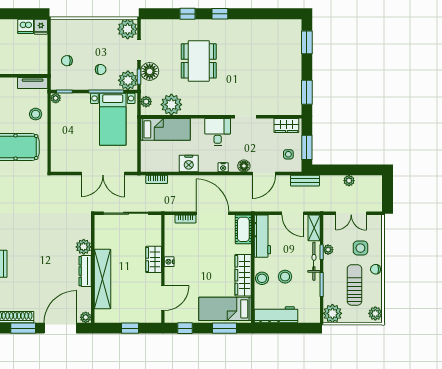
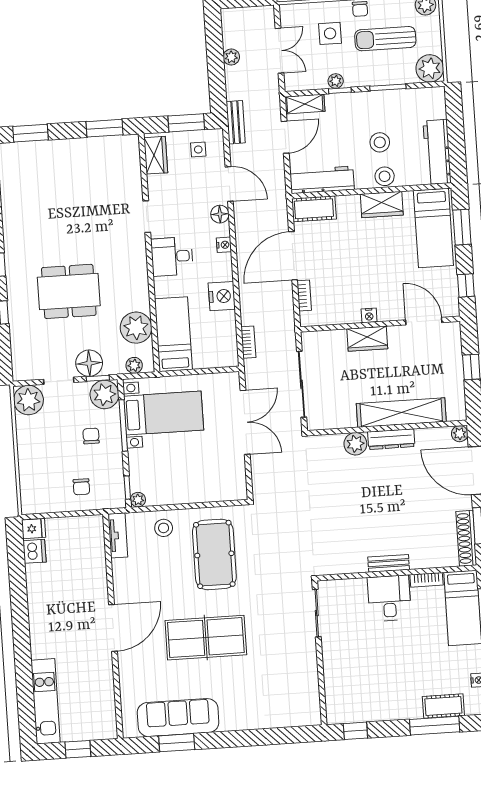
bicycle: (314, 261) -> (354, 101), removed
wardrobe: (243, 275) -> (382, 204), width x0.67

